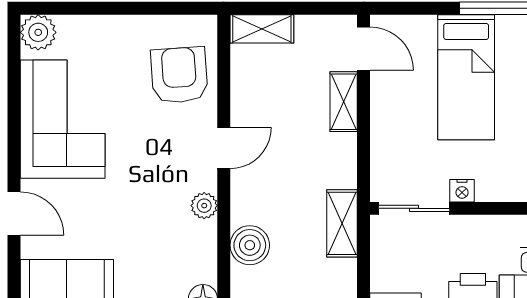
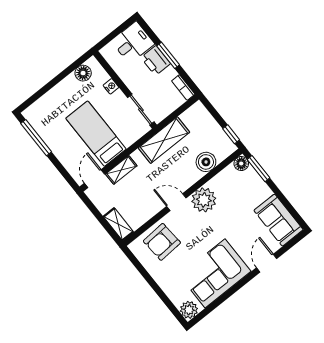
bed: (466, 77) -> (96, 134), moved, turned -90
nightstand: (462, 191) -> (111, 86), moved
plant: (204, 206) -> (204, 200), width x1.87, depth x1.87
shelving: (342, 223) -> (164, 140), width x1.50, depth x1.33

